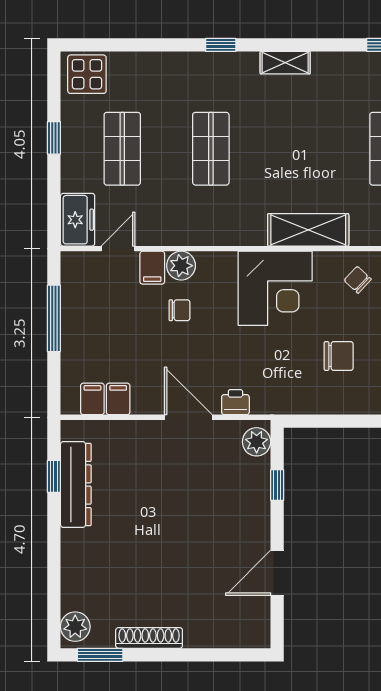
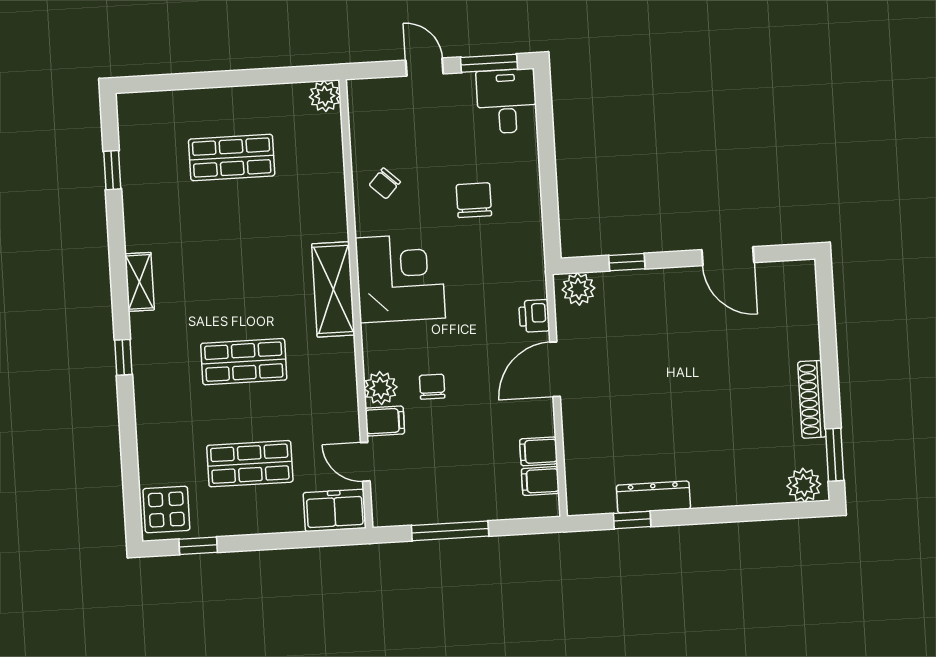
window: (54, 138) -> (198, 546), moved
shelving: (308, 230) -> (333, 289), moved
dresser: (76, 484) -> (653, 497), width x0.73, depth x0.80

